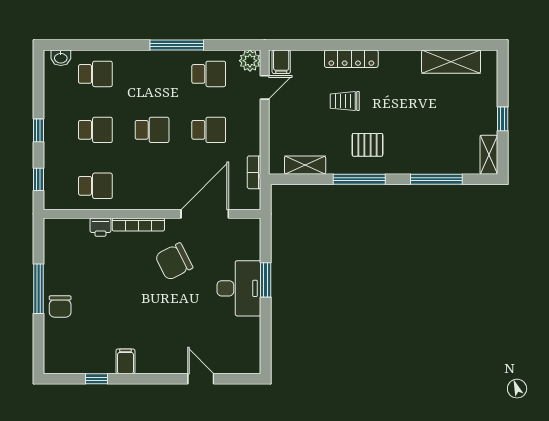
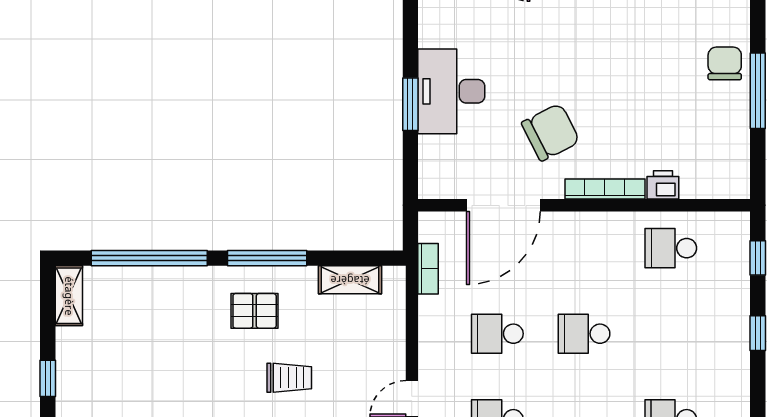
window: (503, 119) -> (48, 378), moved
school desk: (95, 130) -> (671, 334), removed
window: (436, 179) -> (149, 258), width x1.46

